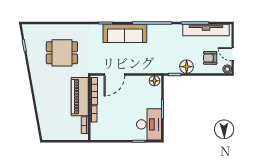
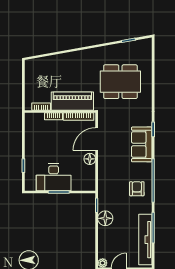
sofa: (125, 33) -> (142, 144), width x0.73
dining table: (62, 53) -> (120, 82), width x1.38
armchair: (210, 58) -> (137, 189), moved
door: (114, 74) -> (97, 139), hinge flipped
floor lamp: (154, 81) -> (90, 159), moved
desk: (149, 124) -> (54, 177), moved

